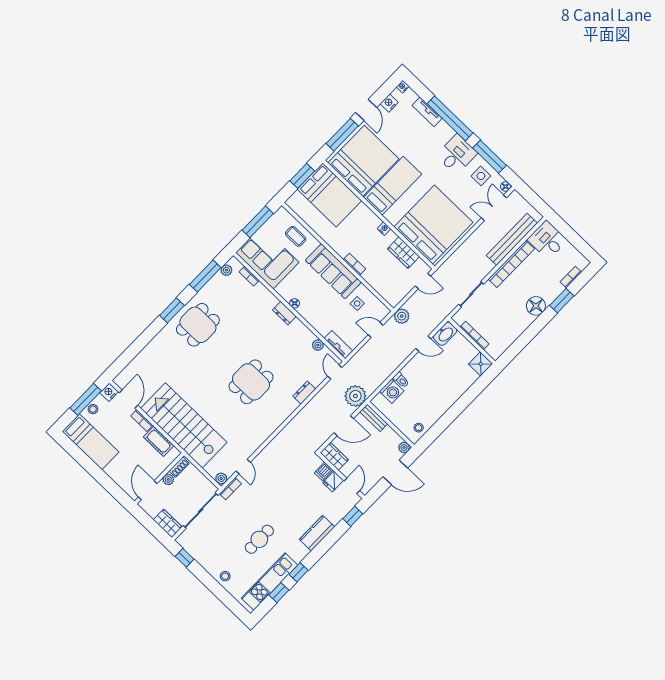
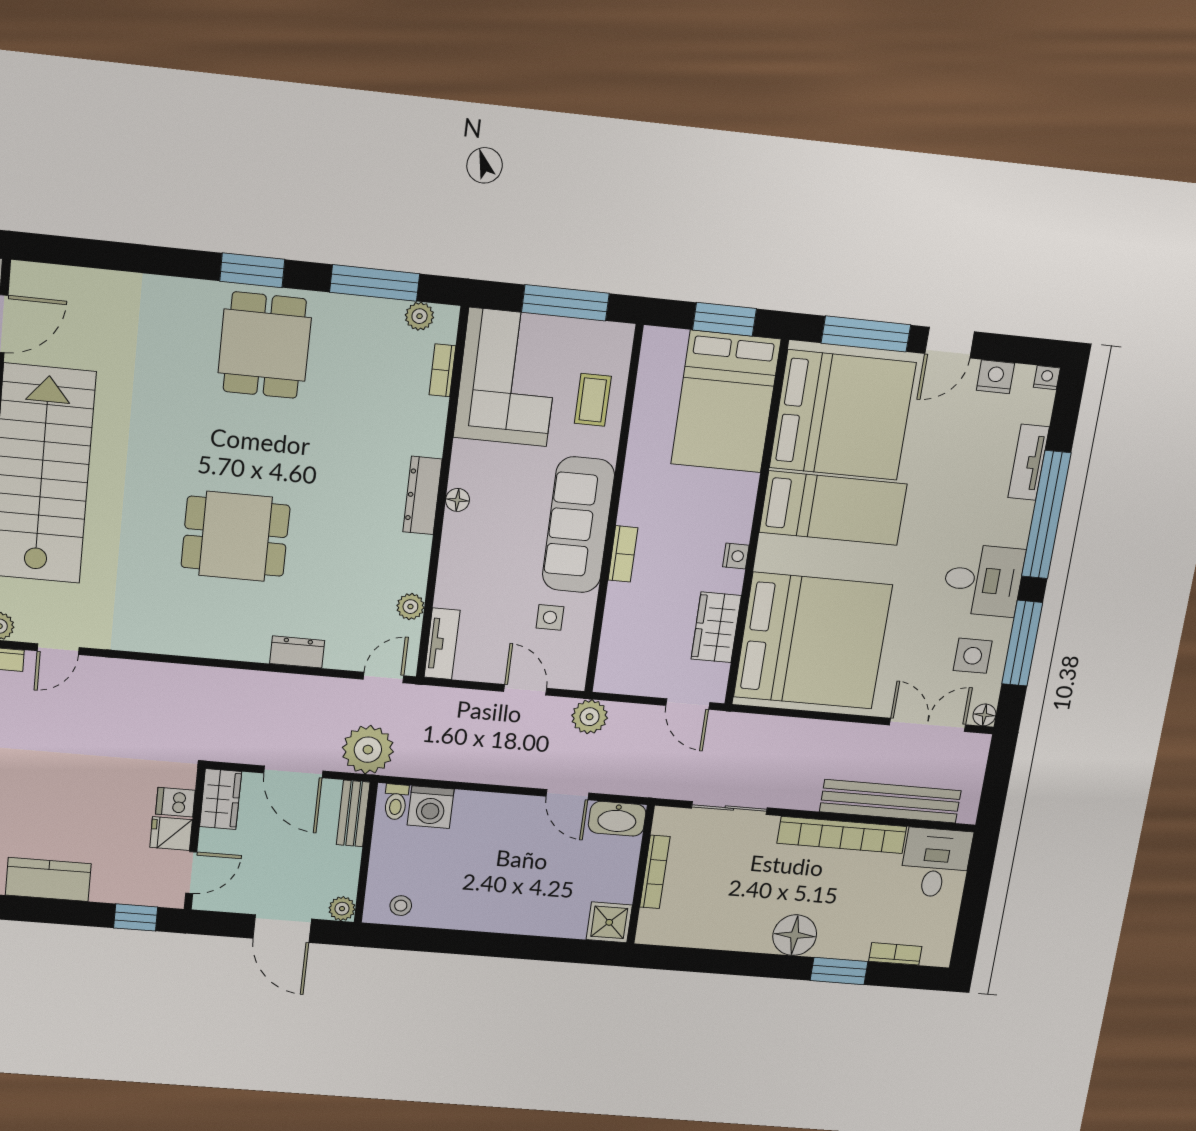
dresser: (284, 313) -> (422, 495), width x1.44
dining table: (198, 325) -> (265, 345), turned 90
toilet: (401, 380) -> (396, 802), moved

